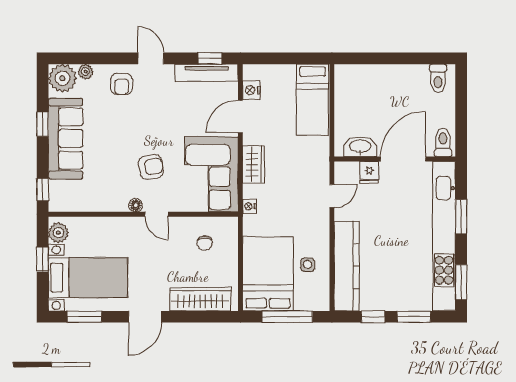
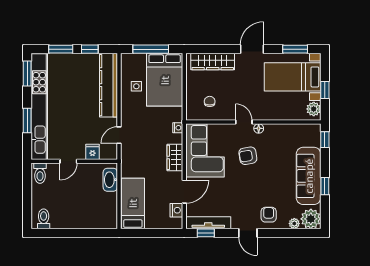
washbasin: (360, 147) -> (110, 180), moved, turned 90
door: (403, 159) -> (68, 161), width x0.53

